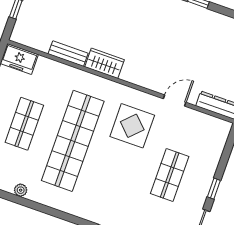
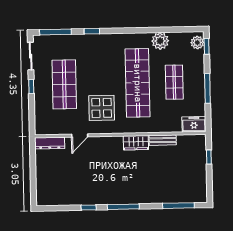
shop shelf: (170, 175) -> (64, 84), width x1.43, depth x1.36
plant: (21, 190) -> (160, 41), width x1.88, depth x1.88

